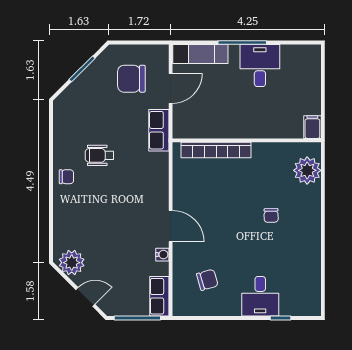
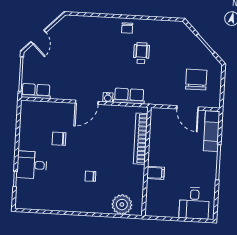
desk: (260, 66) -> (194, 203), moved, turned 90
filing cabinet: (312, 127) -> (156, 173), moved
row of seats: (159, 130) -> (129, 96), moved
water cooler: (162, 255) -> (108, 97), moved
plant: (72, 263) -> (64, 28), removed
chair: (207, 280) -> (59, 139), moved, turned 106

